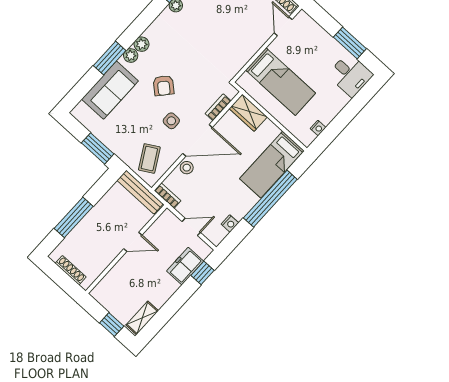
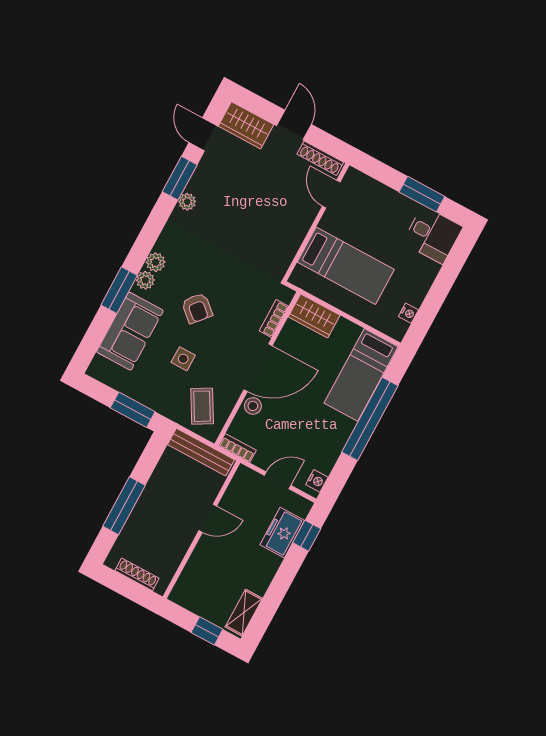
side table: (171, 121) -> (183, 359), moved
nightstand: (230, 223) -> (317, 481), moved

